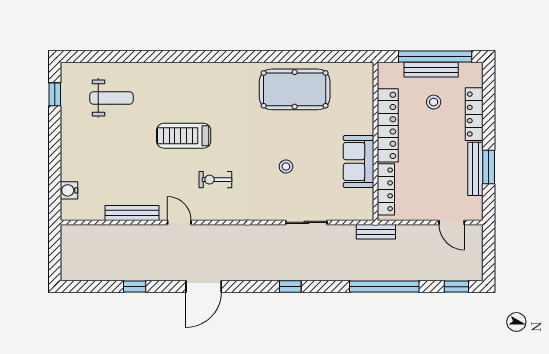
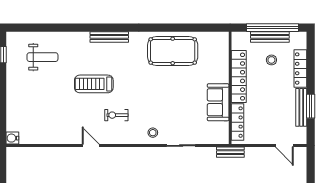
stool: (286, 167) -> (153, 133), moved
water cooler: (69, 190) -> (12, 138), moved
bench: (132, 213) -> (109, 37), moved

